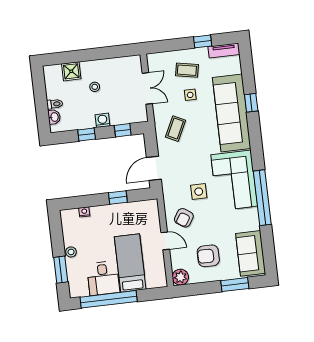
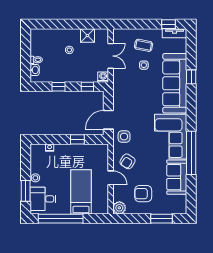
window: (203, 41) -> (169, 24), moved
shower: (71, 71) -> (88, 36), moved
washing machine: (103, 120) -> (103, 77), moved
coffee table: (176, 129) -> (129, 90), removed
side table: (199, 192) -> (124, 137), moved
sofa: (251, 253) -> (177, 177), moved
desk: (103, 278) -> (43, 199), moved, turned 90

